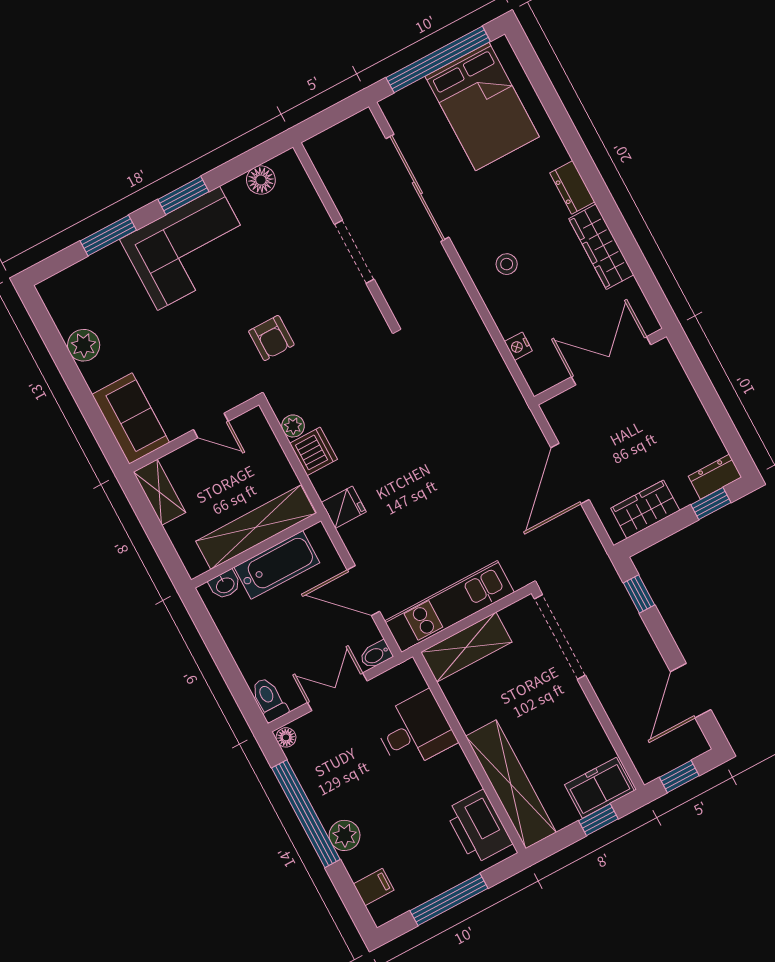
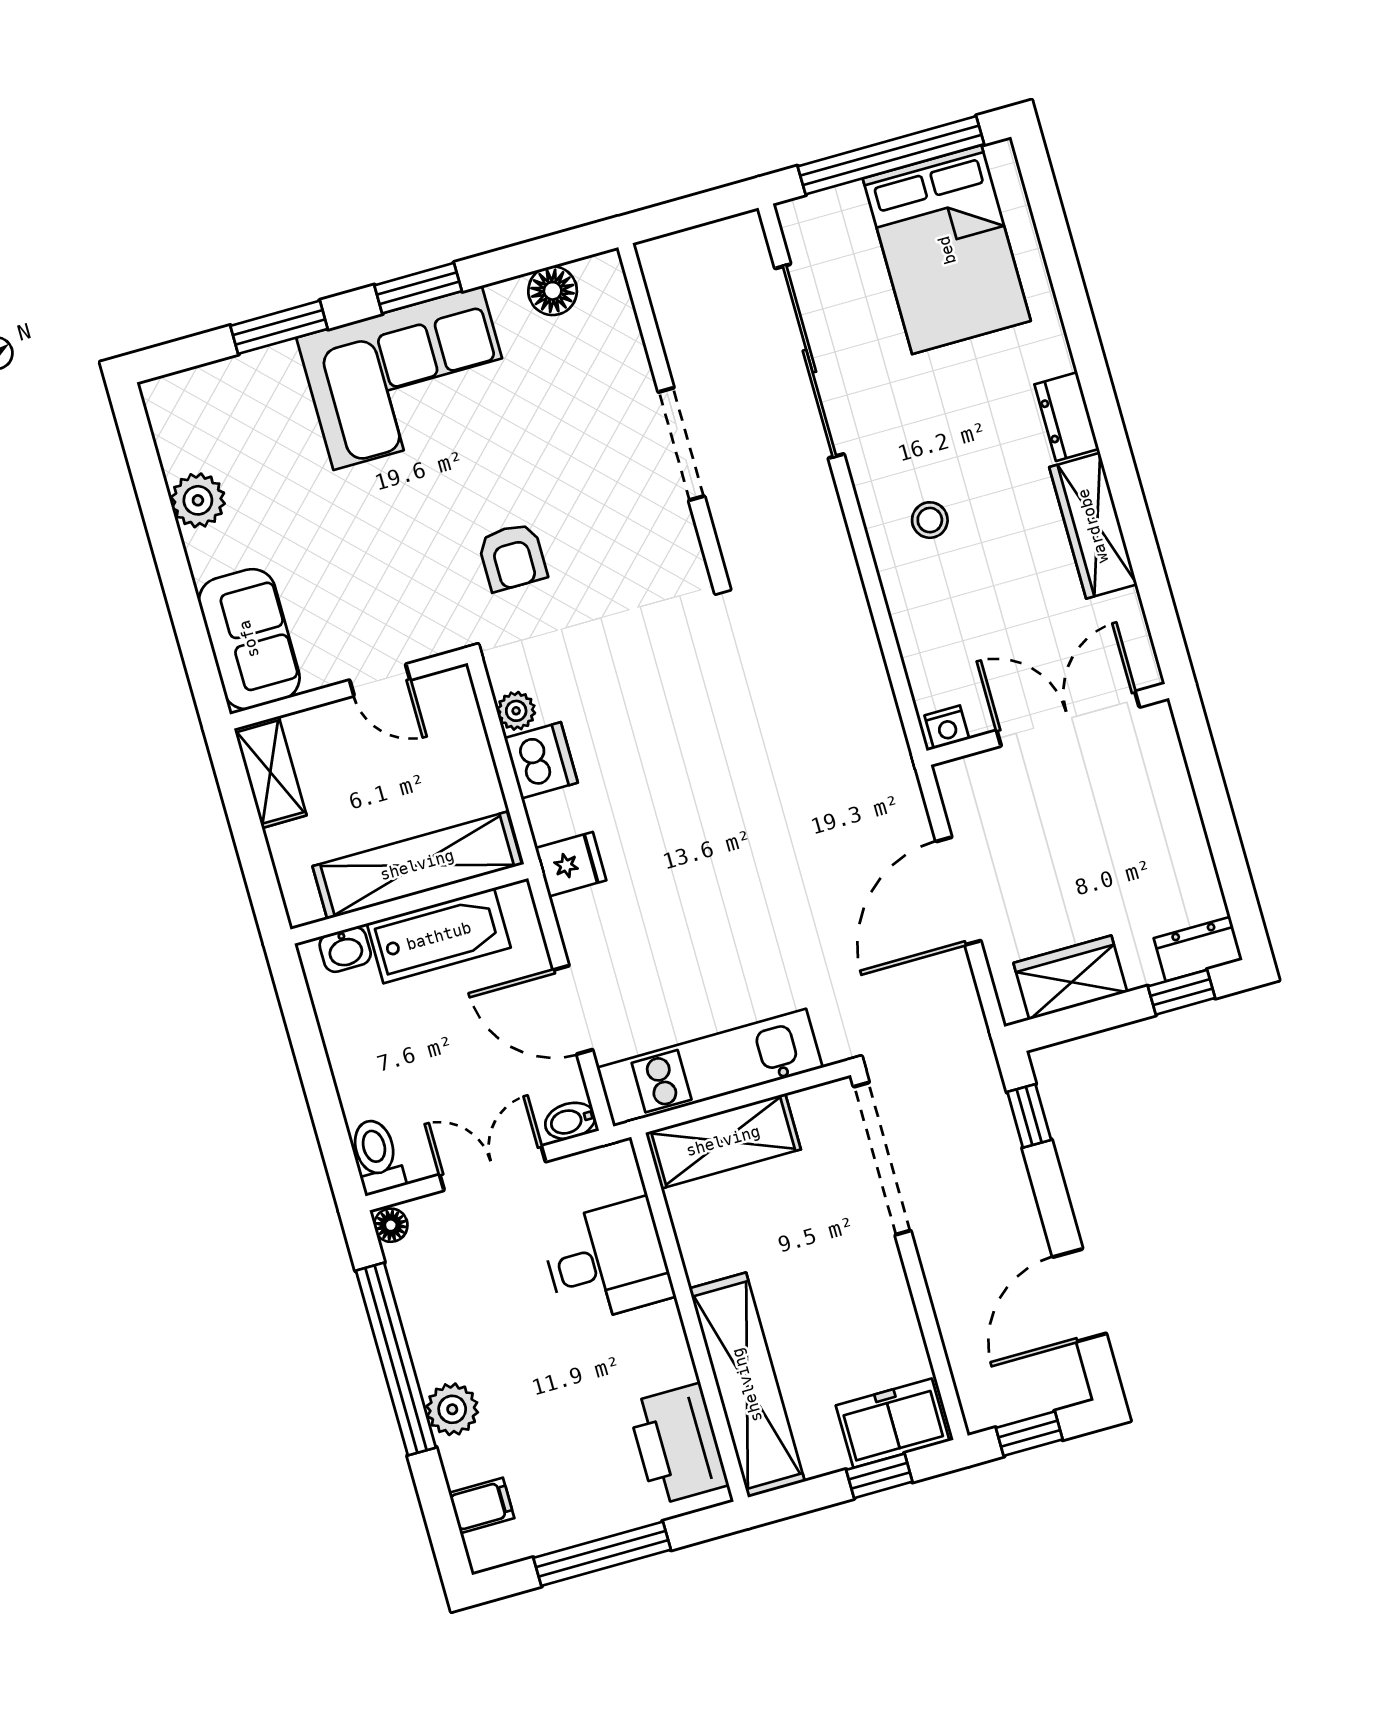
nightstand: (518, 346) -> (947, 727), moved, turned -90

